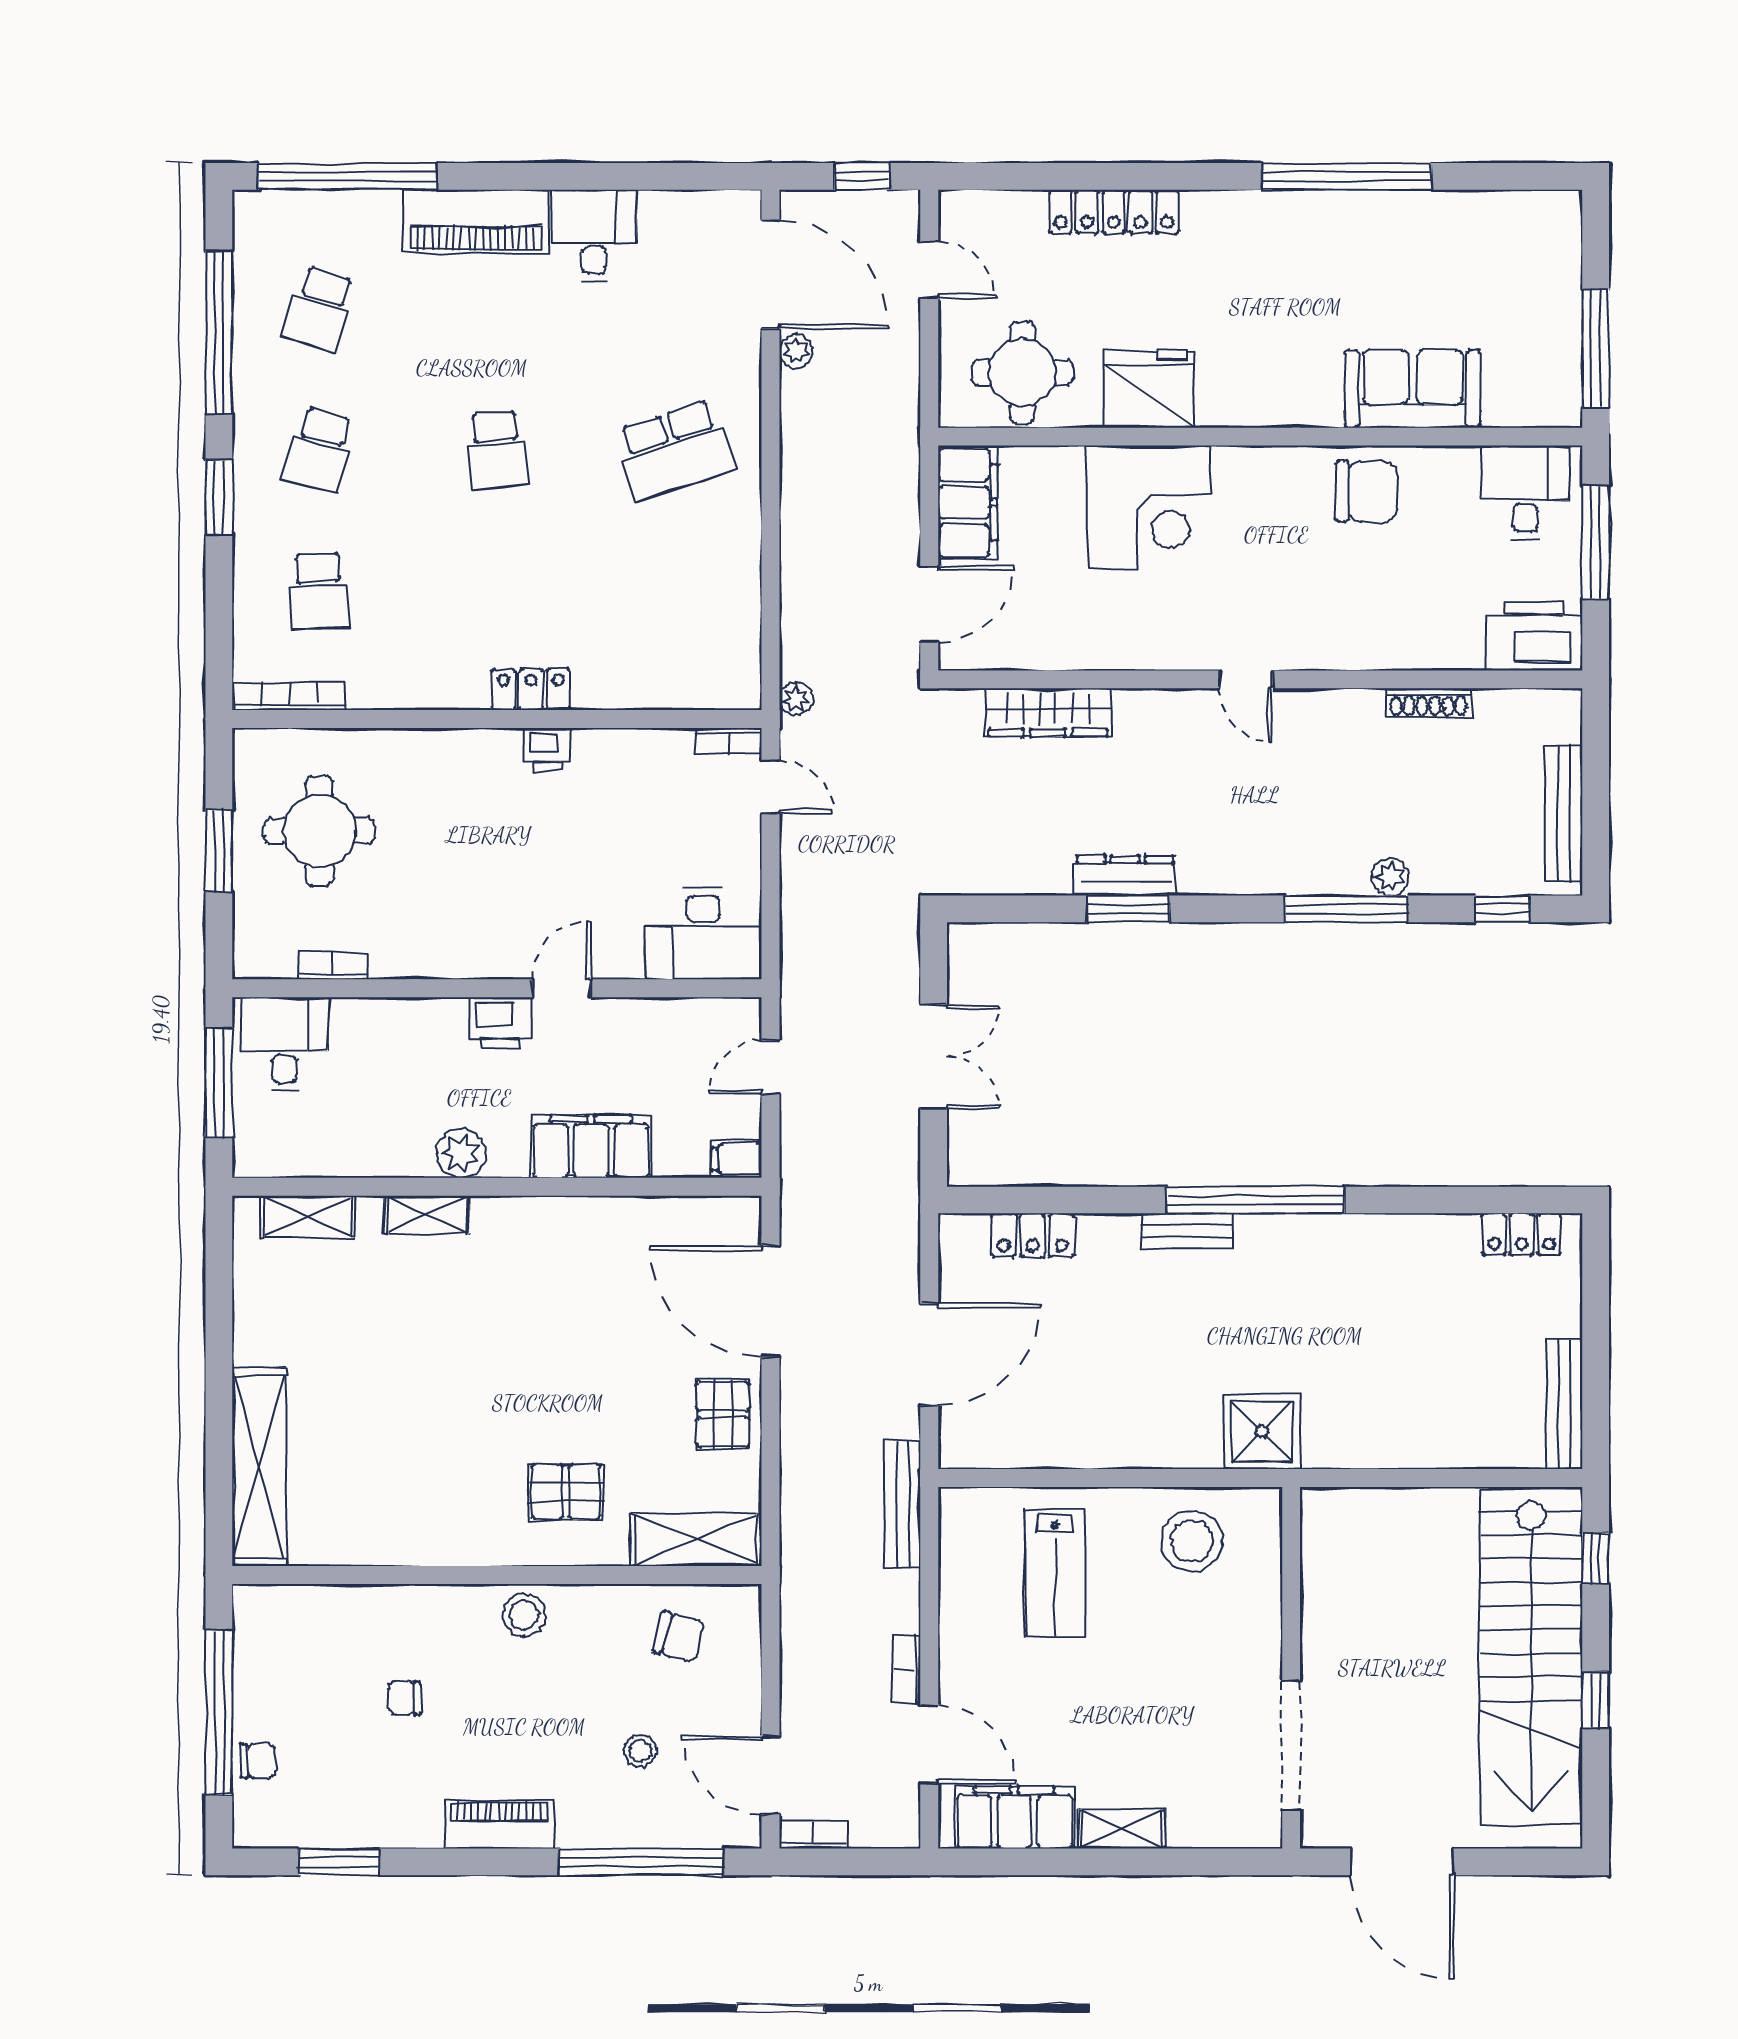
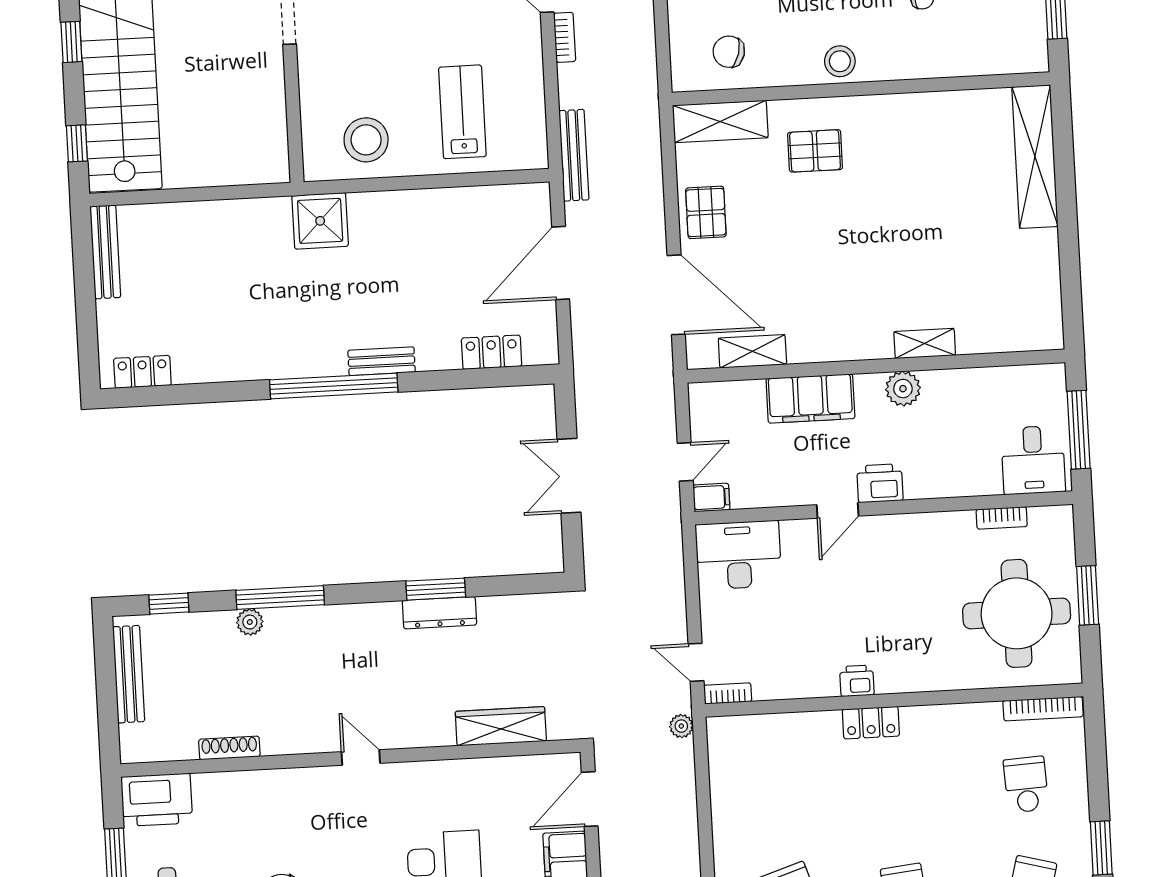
round table: (319, 831) -> (1017, 613), width x1.36, depth x1.36
filing cabinet: (737, 1159) -> (711, 497), moved
shelving: (308, 1217) -> (752, 351), moved

